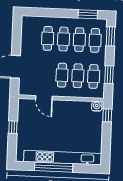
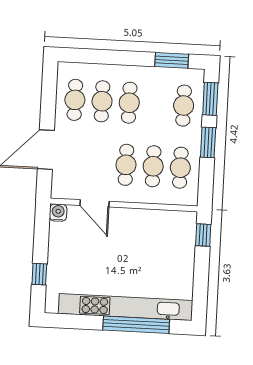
cafe table: (79, 40) -> (75, 100), moved
window: (109, 75) -> (208, 142), moved
water cooler: (97, 106) -> (58, 213), moved
window: (13, 127) -> (39, 274), moved
window: (54, 167) -> (136, 325), moved

